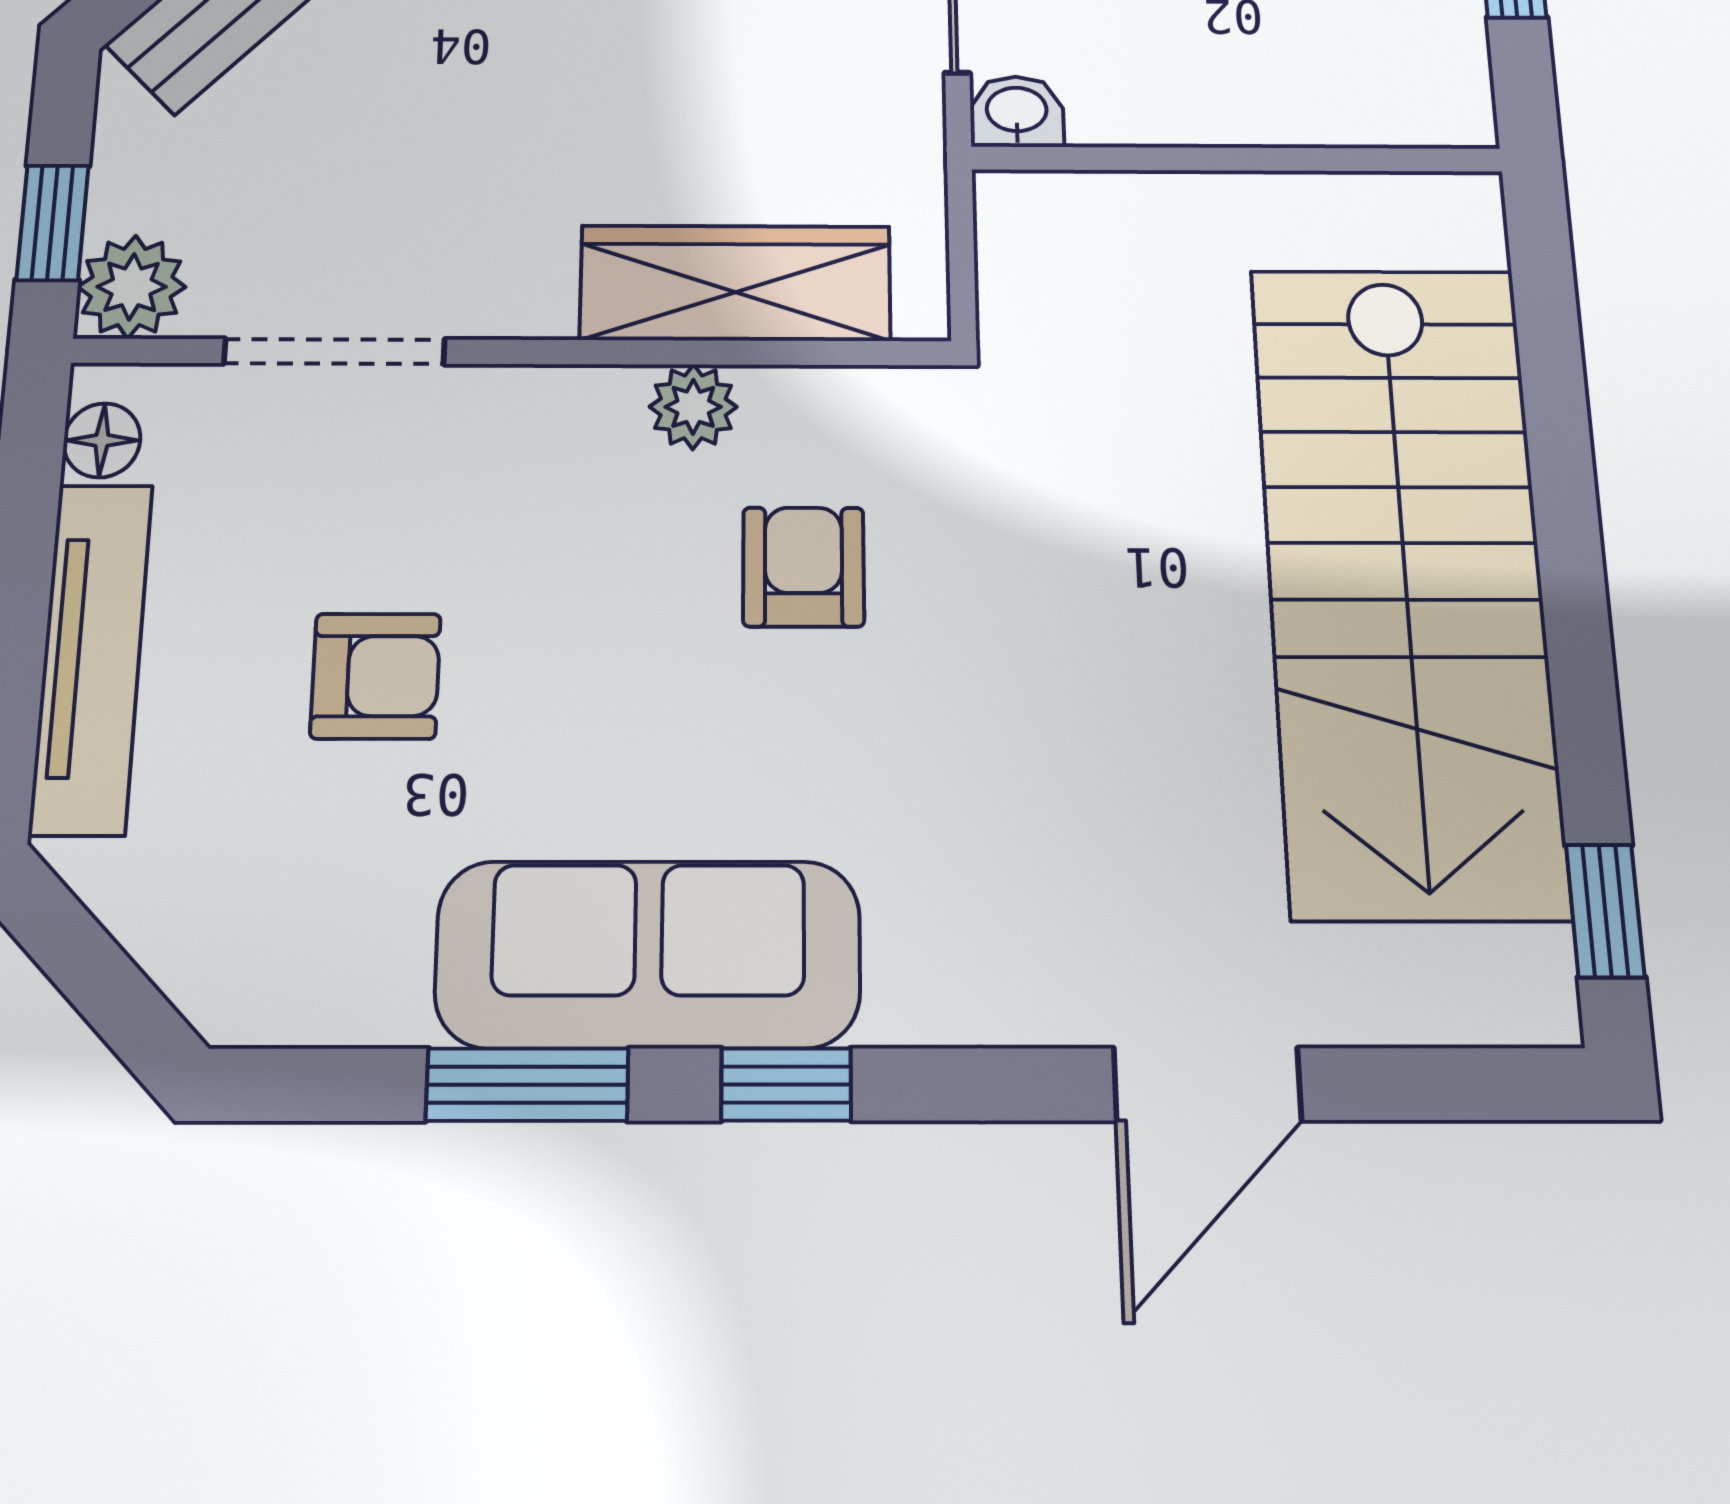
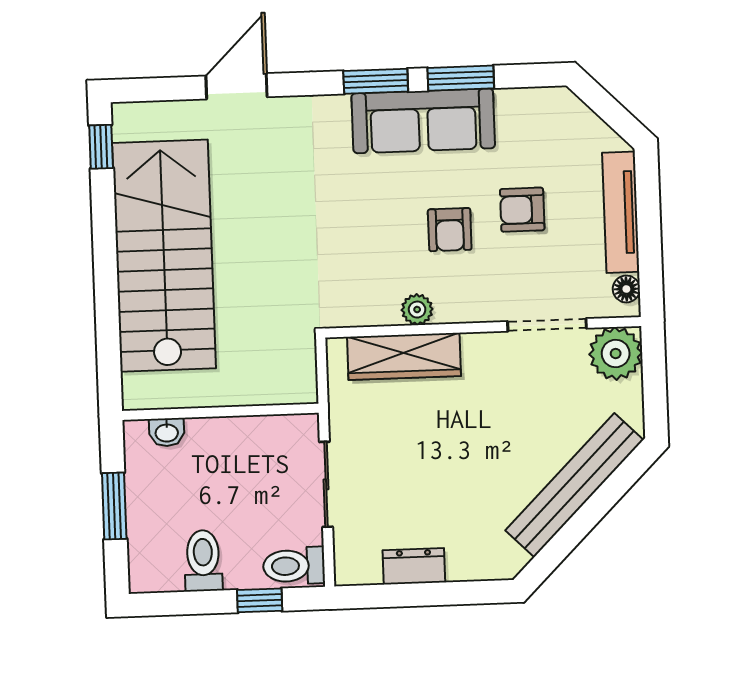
washbasin: (1017, 112) -> (167, 432), moved
window: (53, 223) -> (654, 369), removed
plant: (132, 287) -> (616, 354), width x1.36, depth x1.36
armchair: (803, 567) -> (450, 230), moved
window: (786, 1084) -> (376, 81), width x1.50

